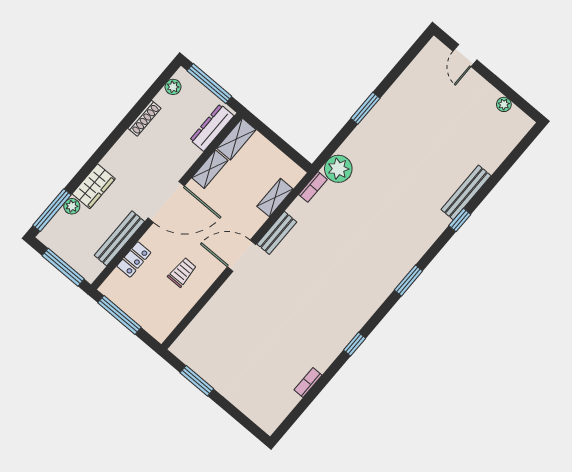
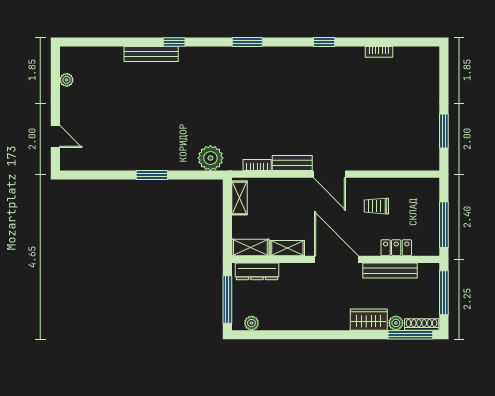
door: (465, 55) -> (55, 137), hinge flipped
shoe rack: (144, 118) -> (422, 324), moved
bookcase: (313, 187) -> (257, 165), moved
shelving: (275, 198) -> (240, 198), moved, turned 90

